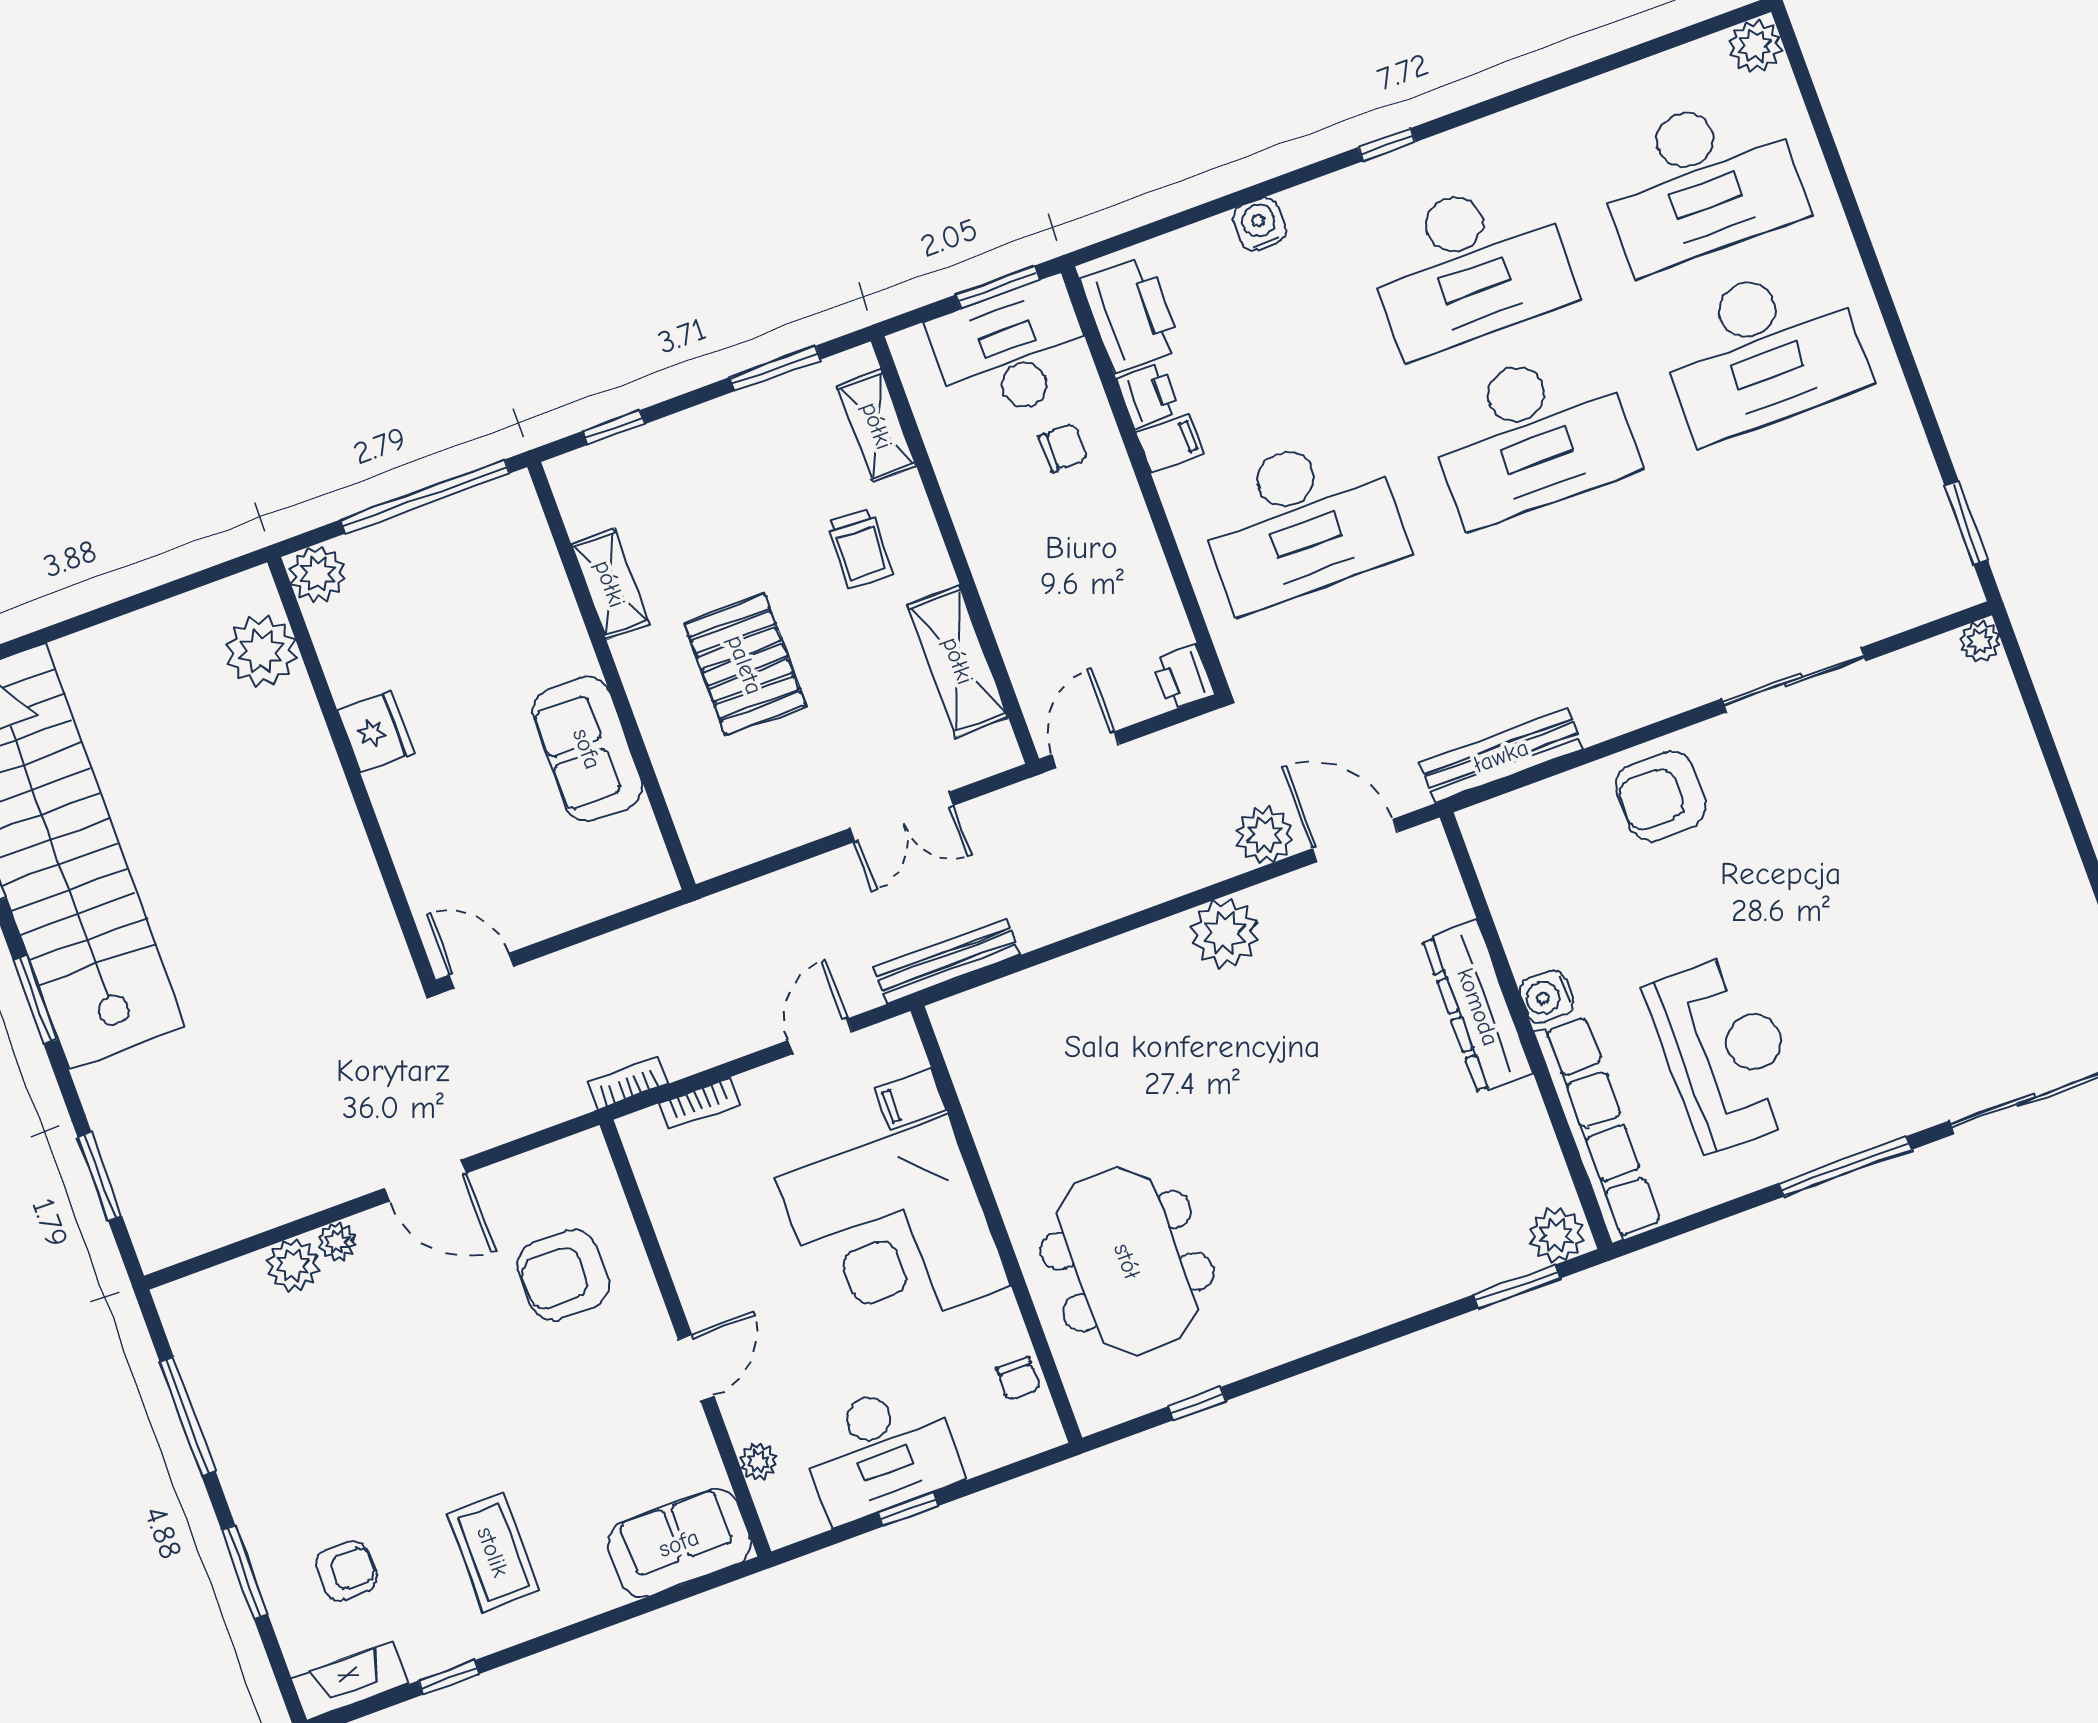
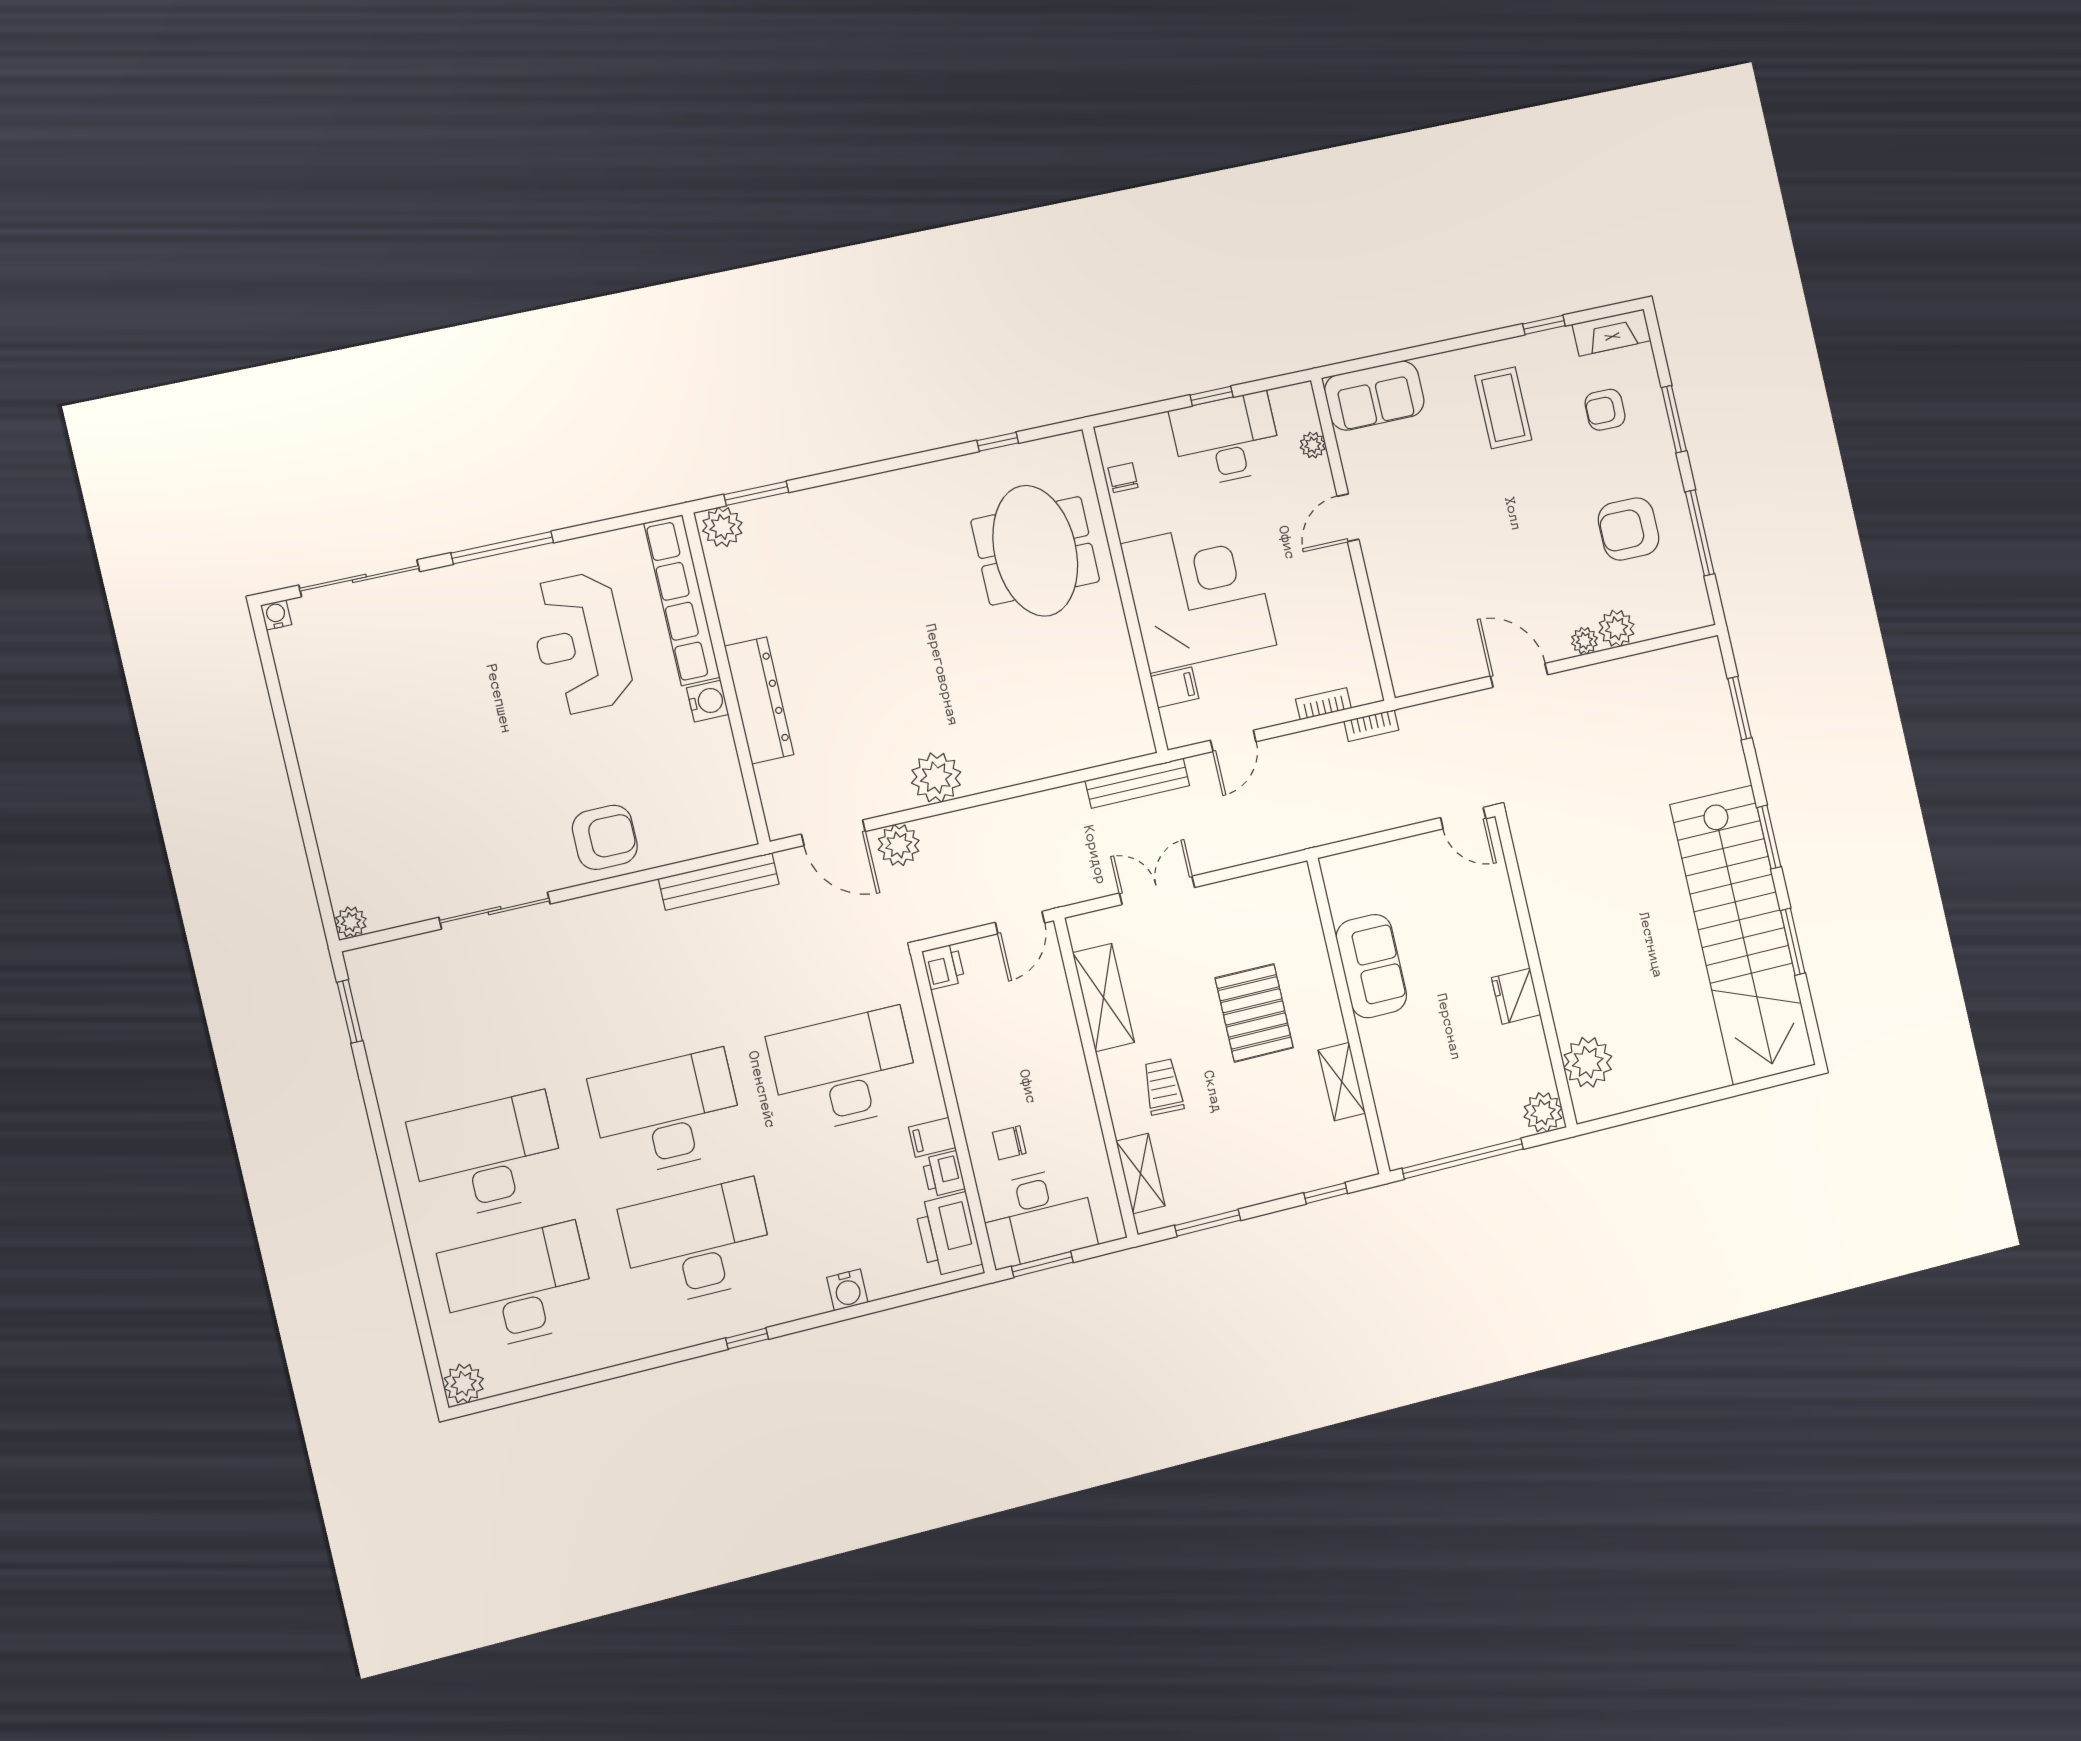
armchair: (563, 1275) -> (1629, 529), moved, turned 180

